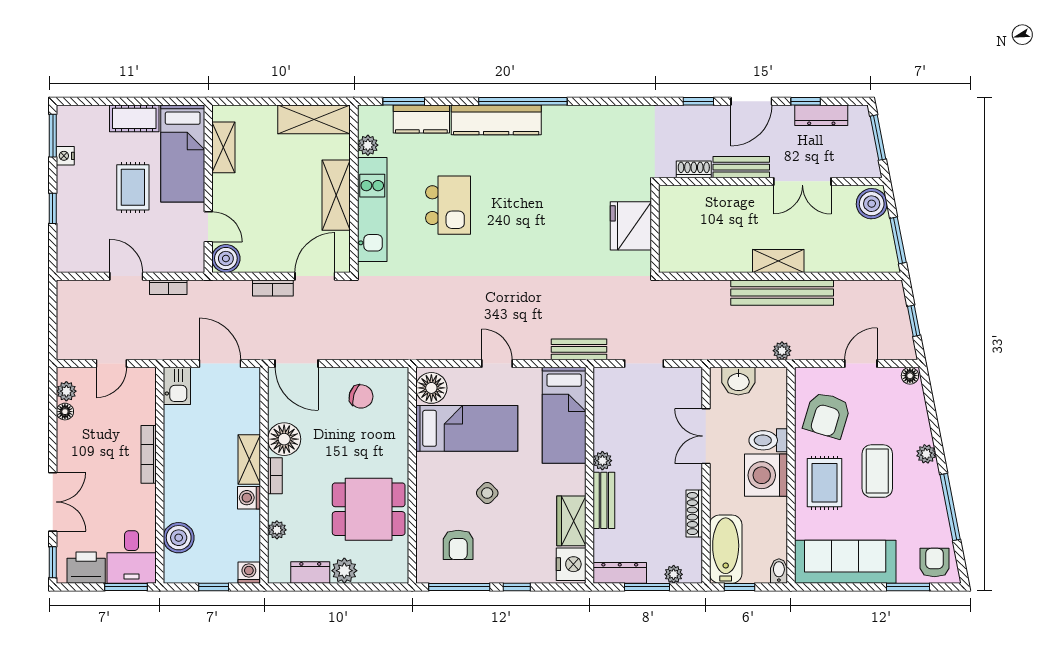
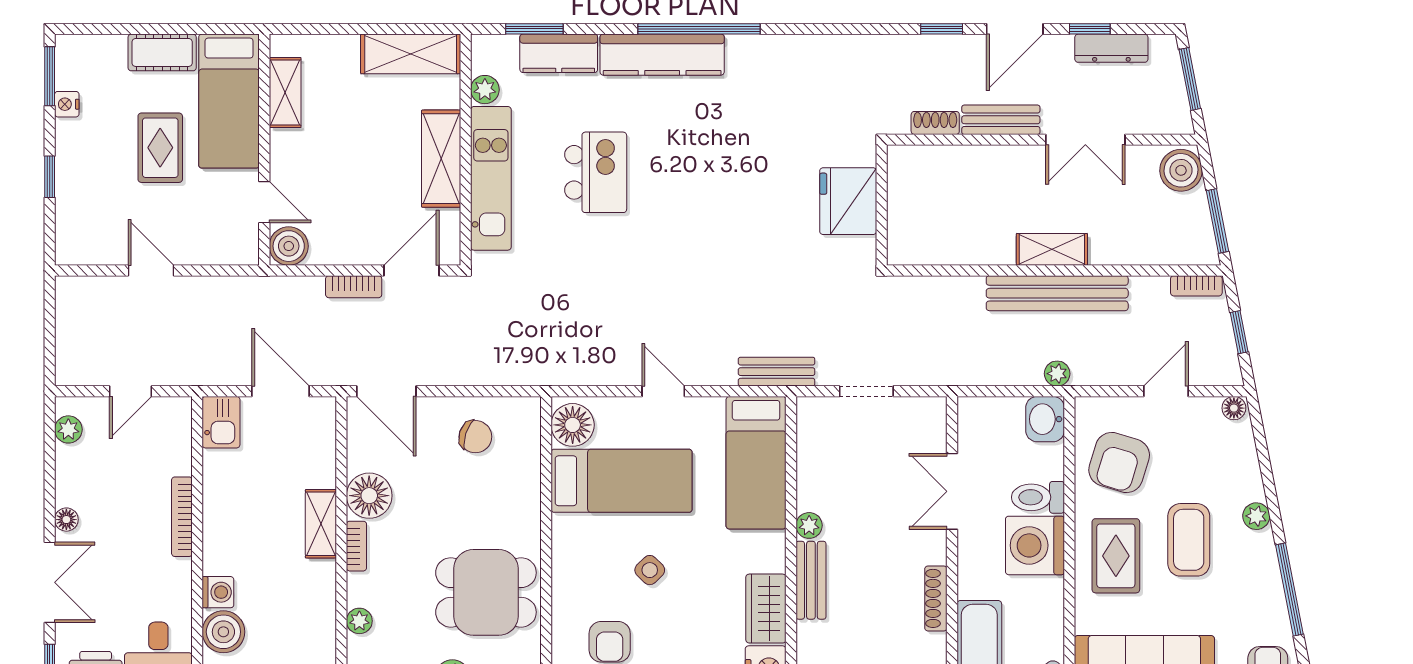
bookcase: (168, 287) -> (1196, 286), moved
washbasin: (738, 381) -> (1045, 419), moved, turned 90
floor lamp: (65, 412) -> (66, 520), moved
washing machine: (249, 498) -> (218, 592), moved, turned 180

